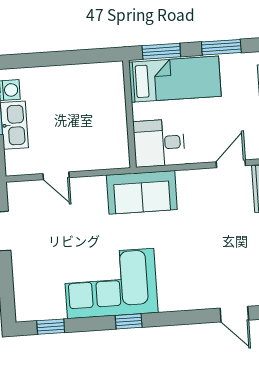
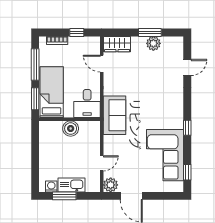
window: (221, 47) -> (35, 65), width x1.44
boiler: (113, 117) -> (71, 129), added
plant: (19, 194) -> (111, 185), added
corner sofa: (111, 283) -> (165, 155), moved

